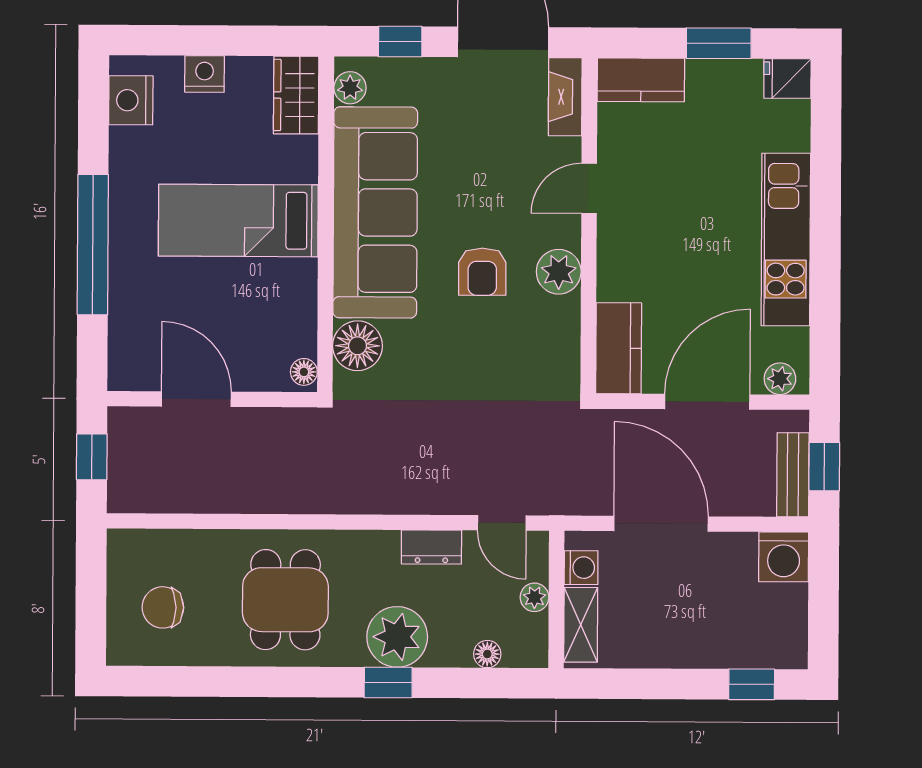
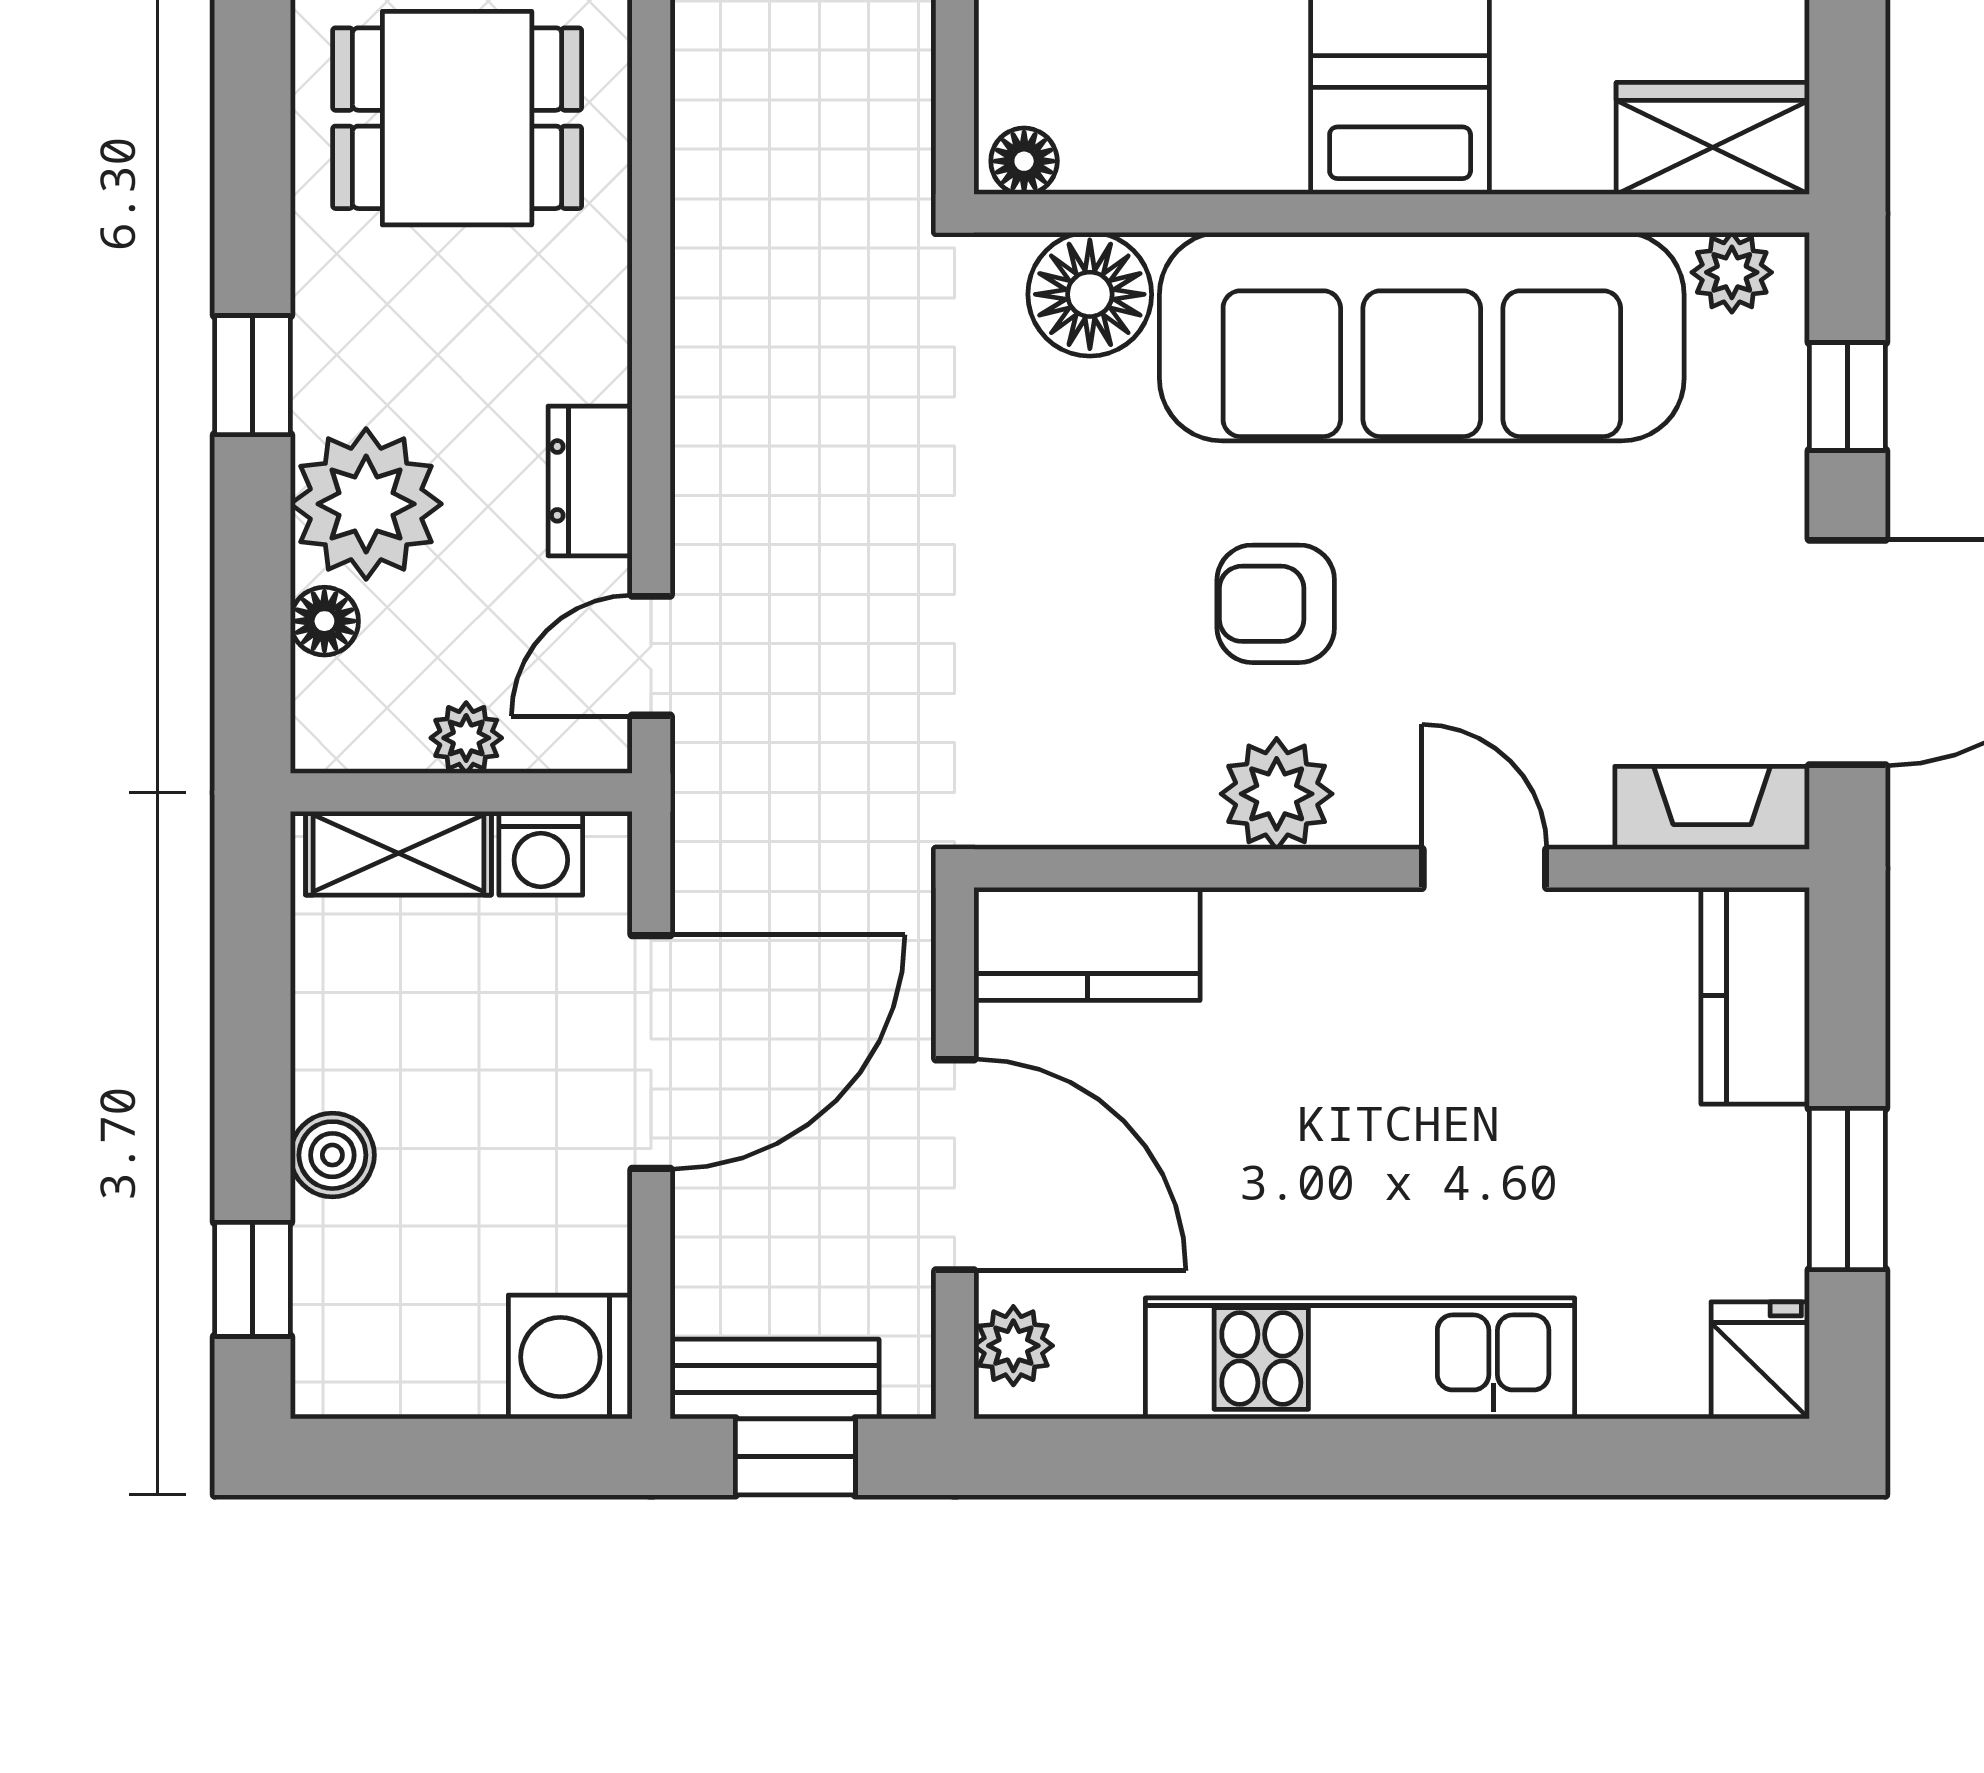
plant: (397, 637) -> (366, 504), moved
boiler: (702, 652) -> (332, 1155), added

